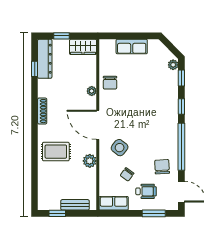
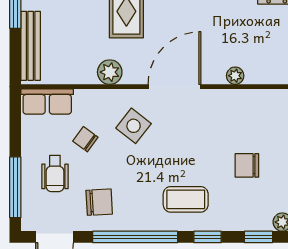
chair: (110, 83) -> (247, 165), moved
coffee table: (161, 119) -> (186, 199), added
row of seats: (114, 203) -> (47, 102), moved, turned 90
bench: (75, 205) -> (31, 46), width x1.36
window: (154, 213) -> (15, 187), width x1.44

